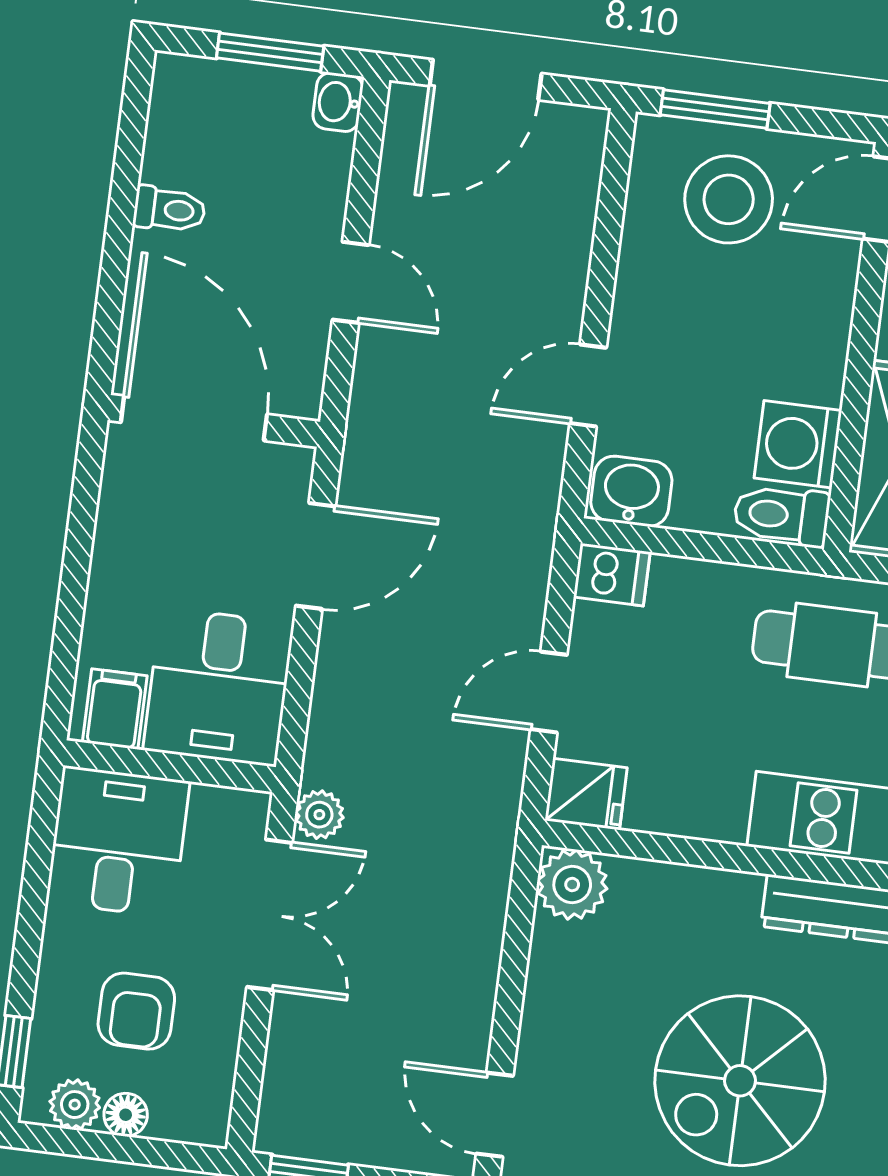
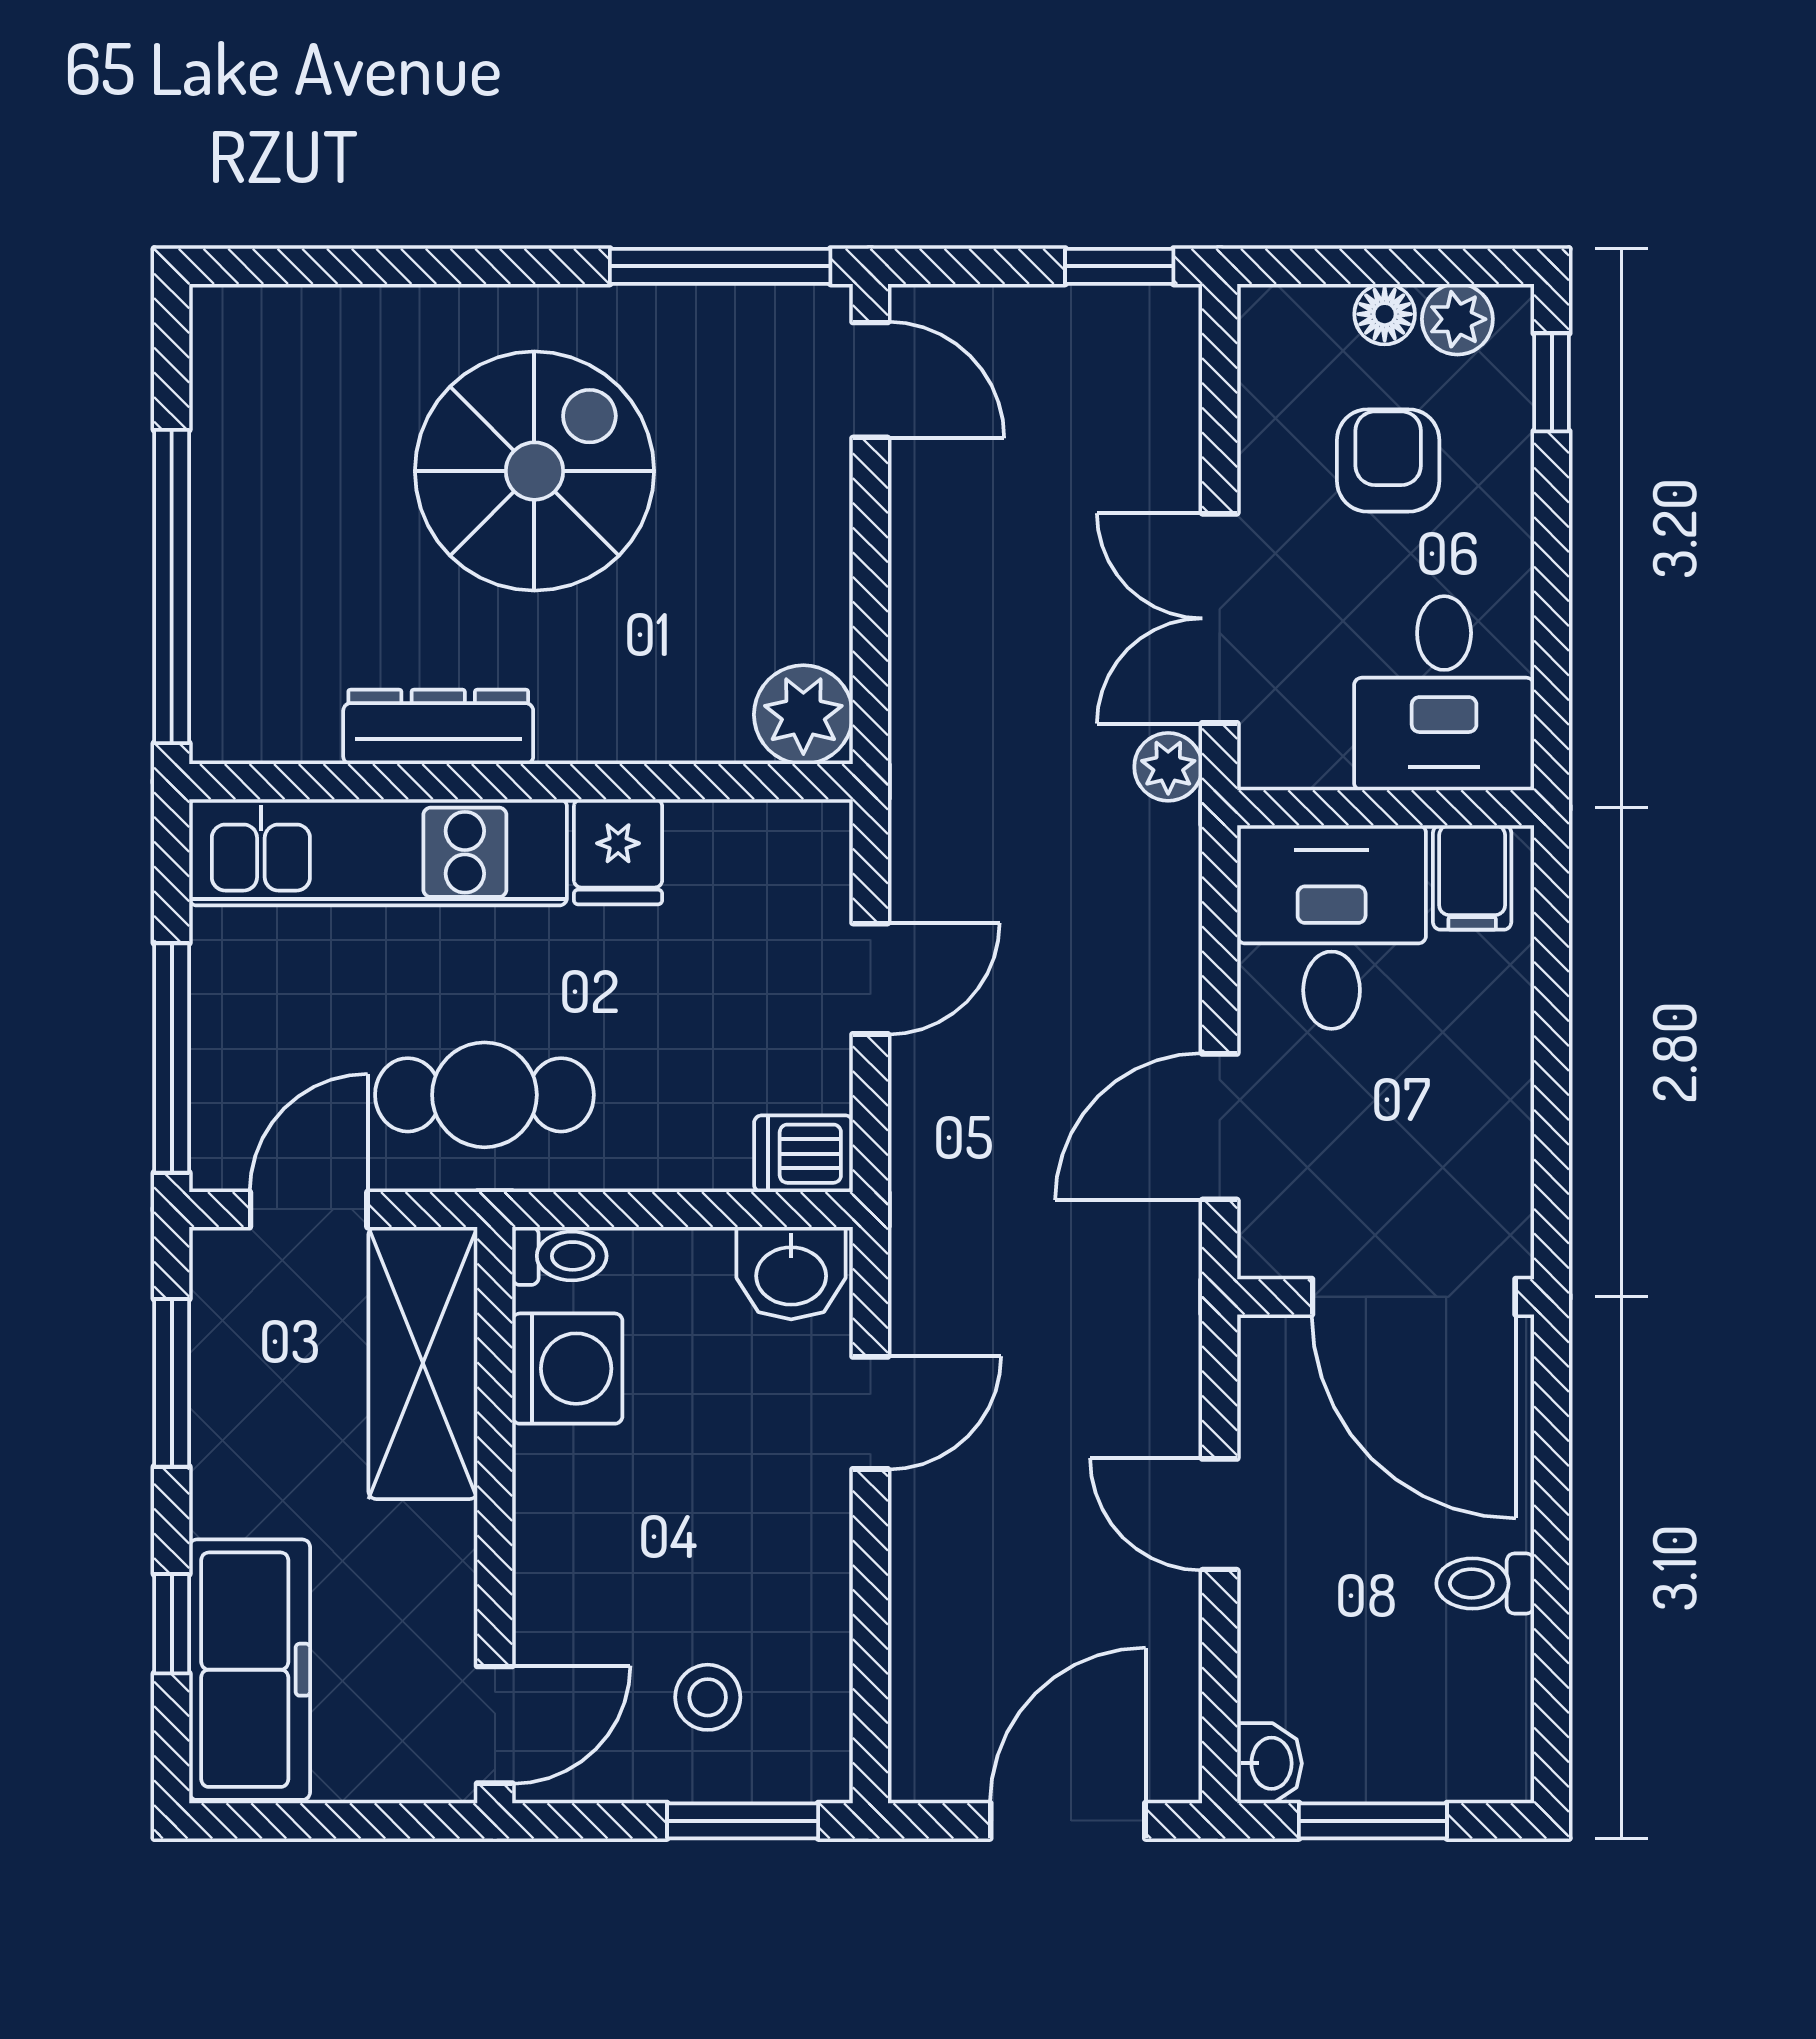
stool: (729, 199) -> (708, 1697), width x0.53, depth x0.53
toilet: (781, 515) -> (559, 1256), width x0.73, depth x0.72
fridge: (586, 794) -> (618, 852), moved, turned -90

